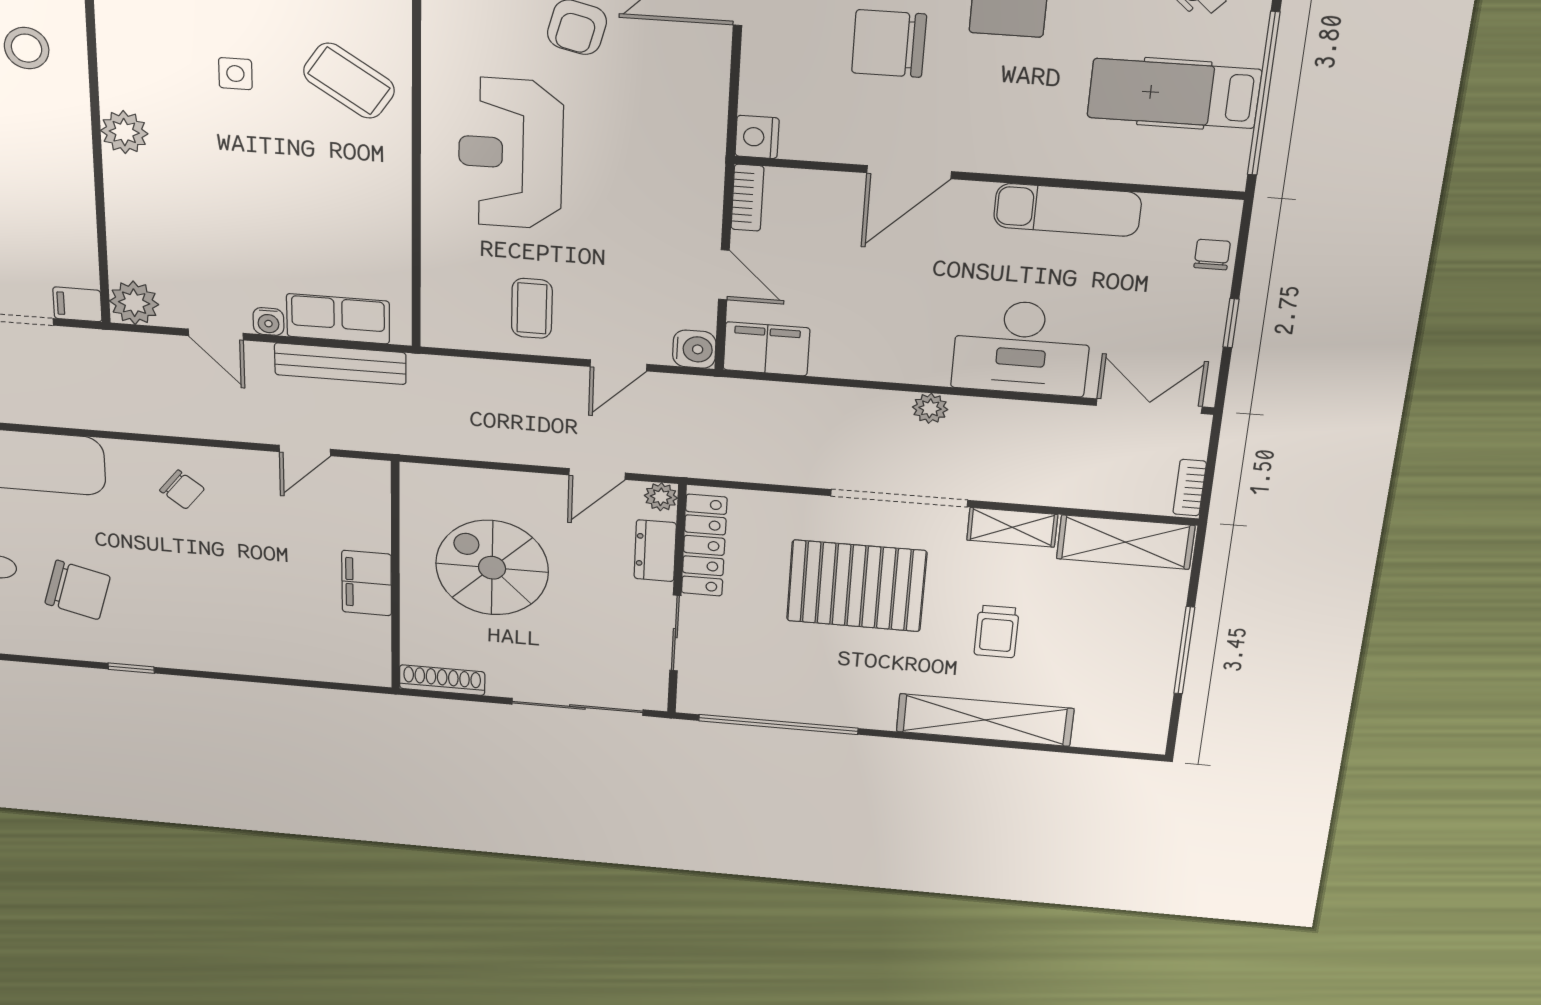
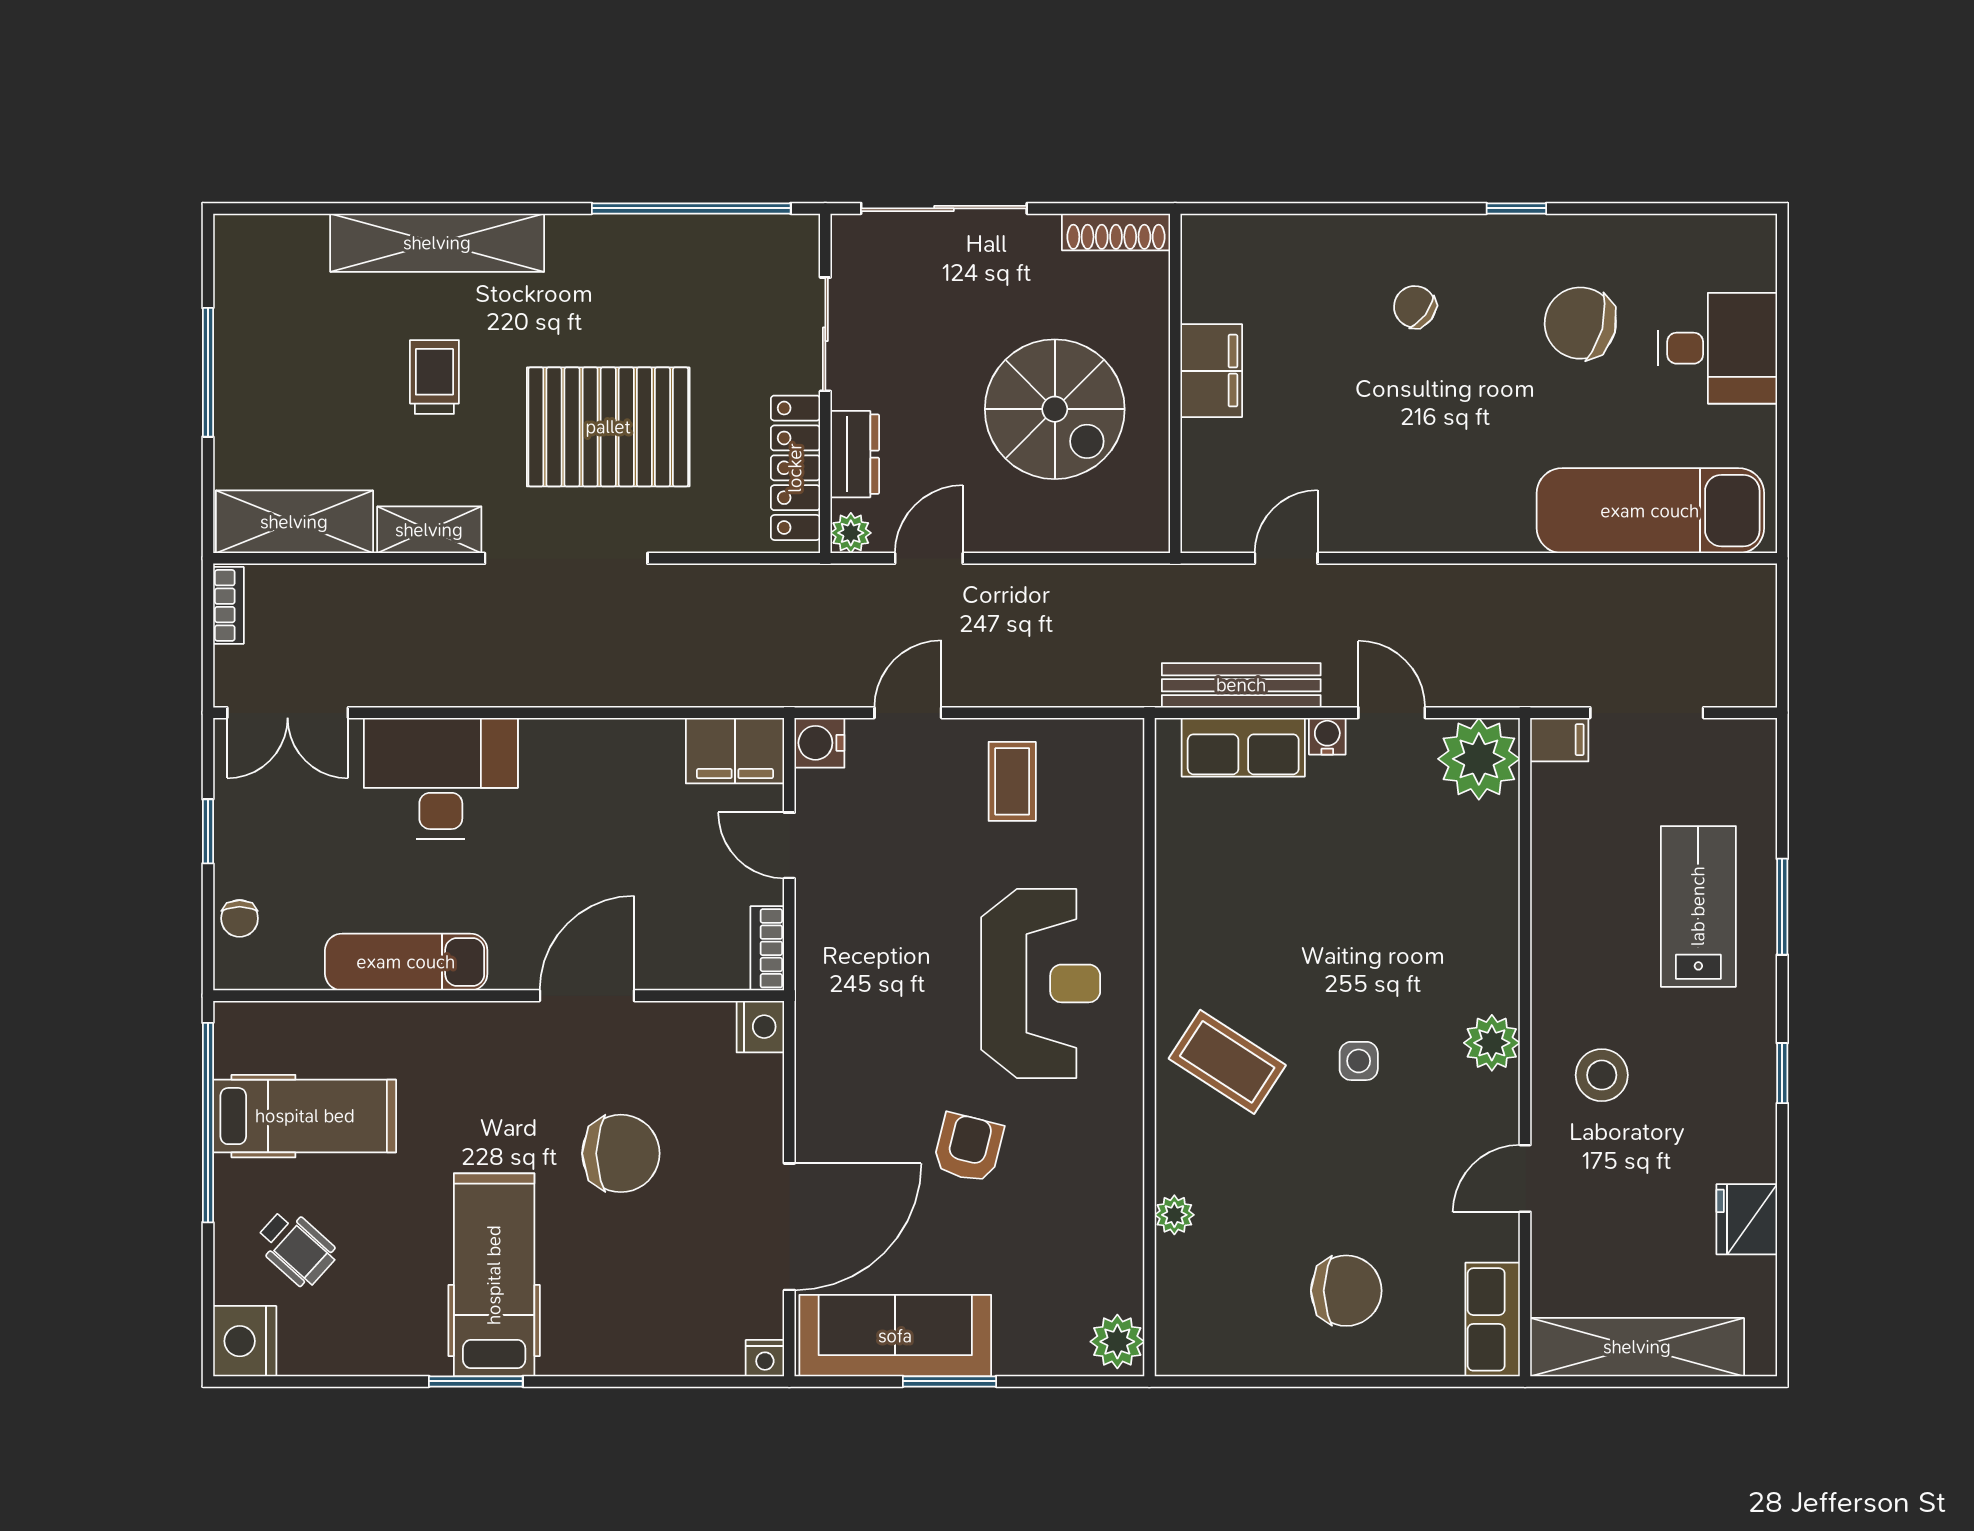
plant: (124, 132) -> (1492, 1043), moved
plant: (134, 303) -> (1479, 759), width x1.36, depth x1.36
plant: (930, 408) -> (539, 687), removed
chair: (182, 490) -> (1415, 307), moved

